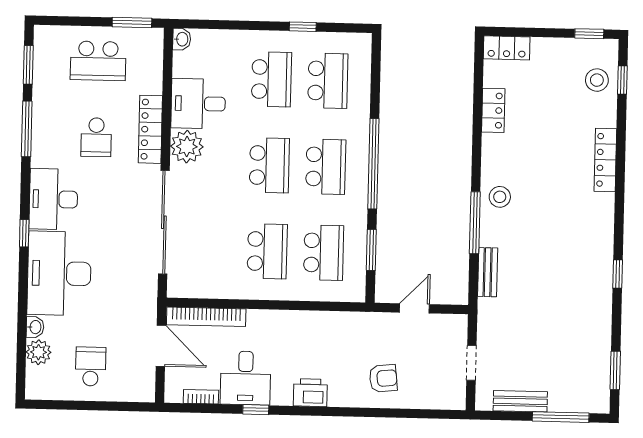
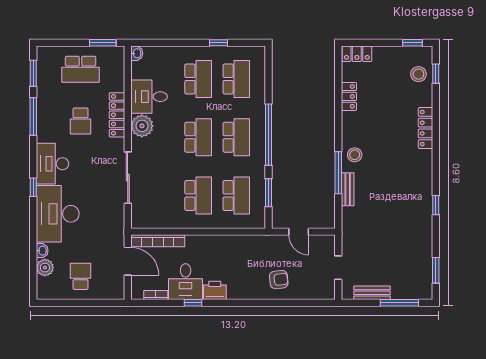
sliding door: (164, 222) -> (128, 178), width x0.73
bench: (488, 272) -> (348, 189), moved
door: (414, 308) -> (299, 232), swing flipped
printer: (310, 393) -> (215, 290), moved

